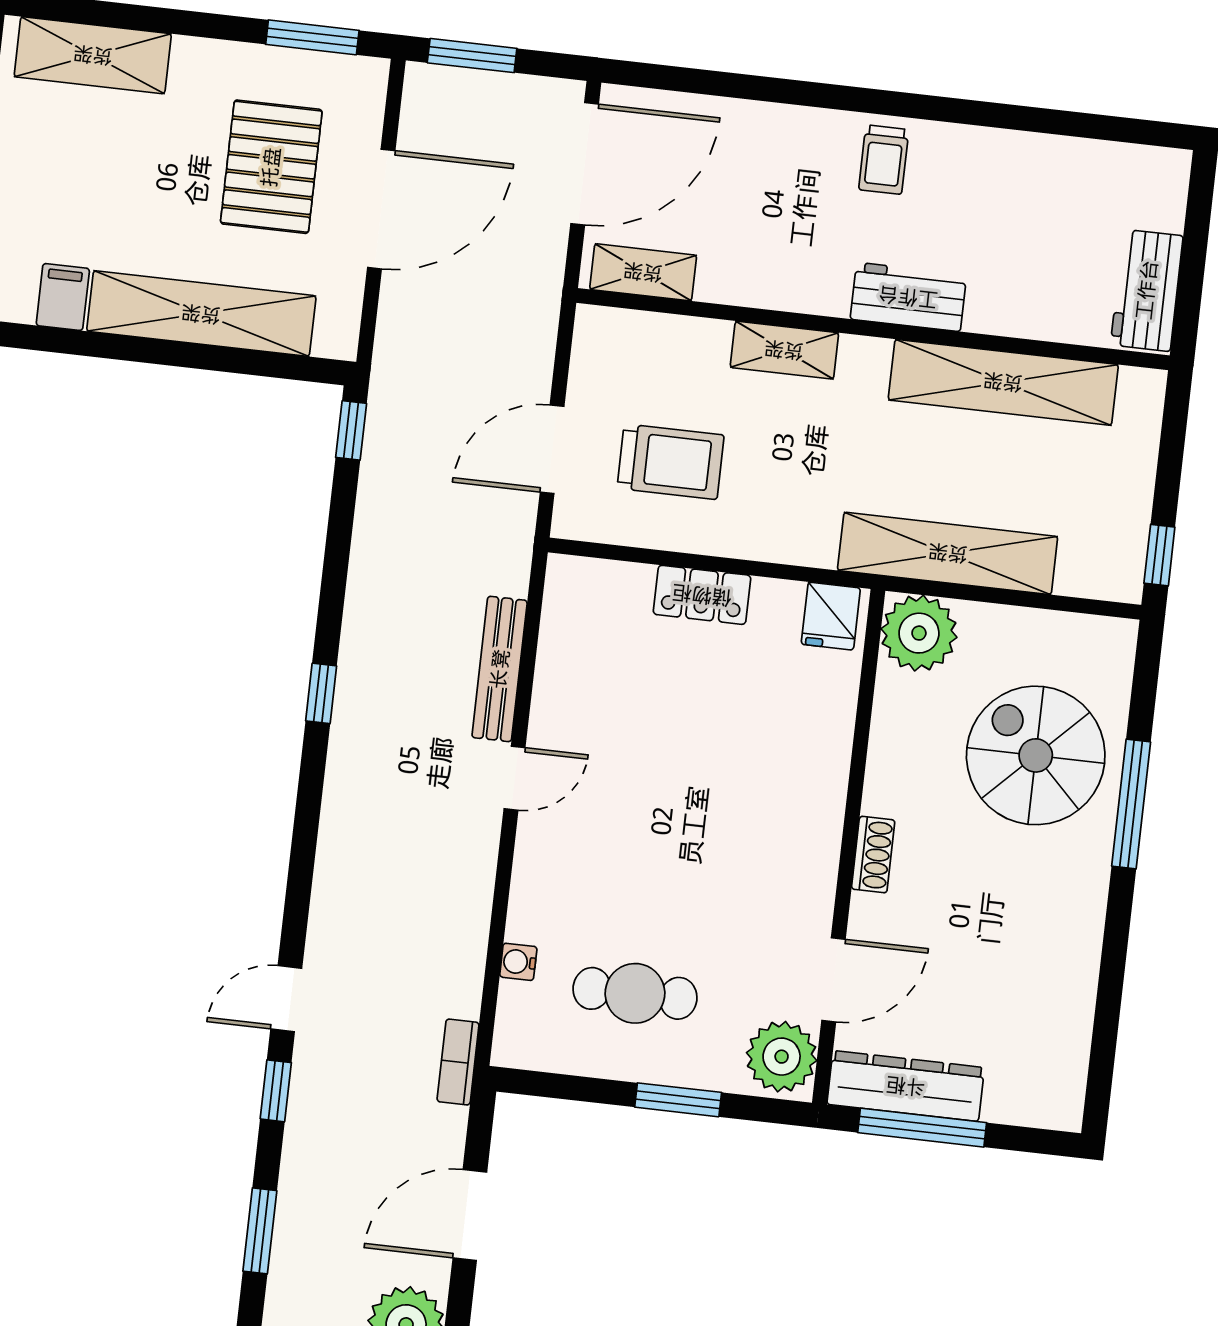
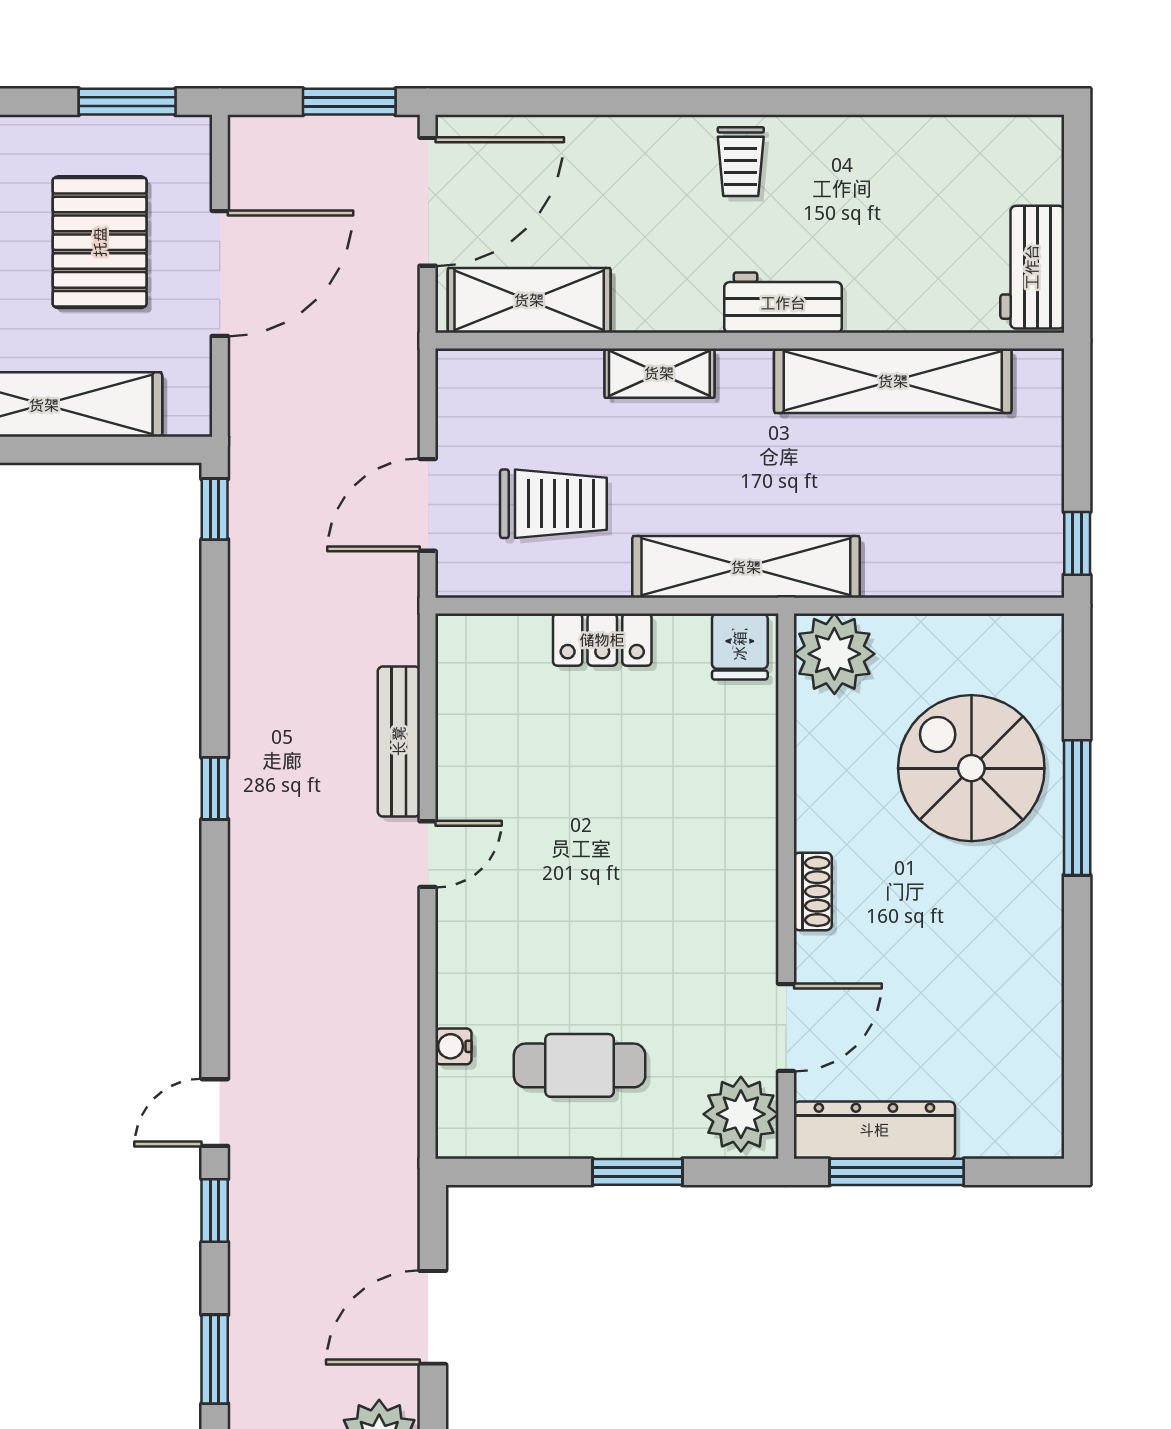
window: (472, 56) -> (349, 102), moved
shelving: (643, 272) -> (529, 300), width x1.50, depth x1.33
shelving: (948, 553) -> (746, 567), moved
bookcase: (458, 1062) -> (402, 1159), removed

